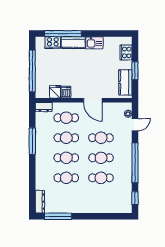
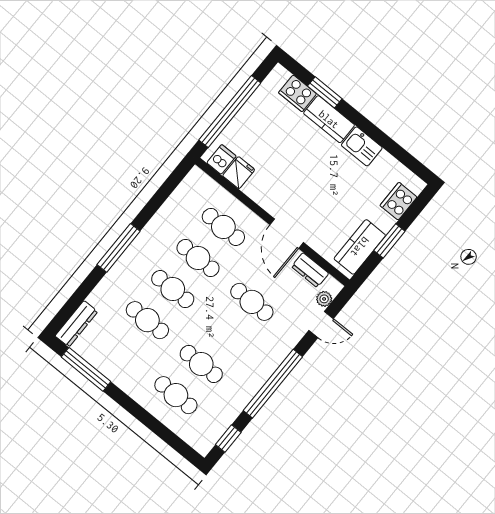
window: (63, 34) -> (325, 92), width x0.47
dishwasher: (66, 92) -> (221, 159), moved
dresser: (44, 107) -> (310, 270), moved
window: (32, 141) -> (119, 248), moved
cafe table: (101, 158) -> (176, 395), moved

